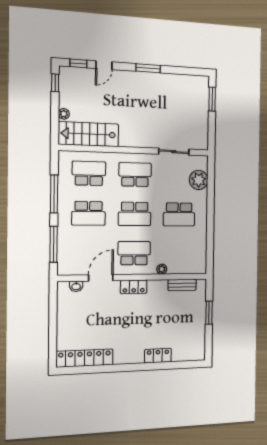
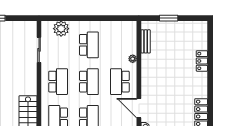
school desk: (135, 175) -> (58, 82), turned 180
locker: (134, 287) -> (146, 82), removed

